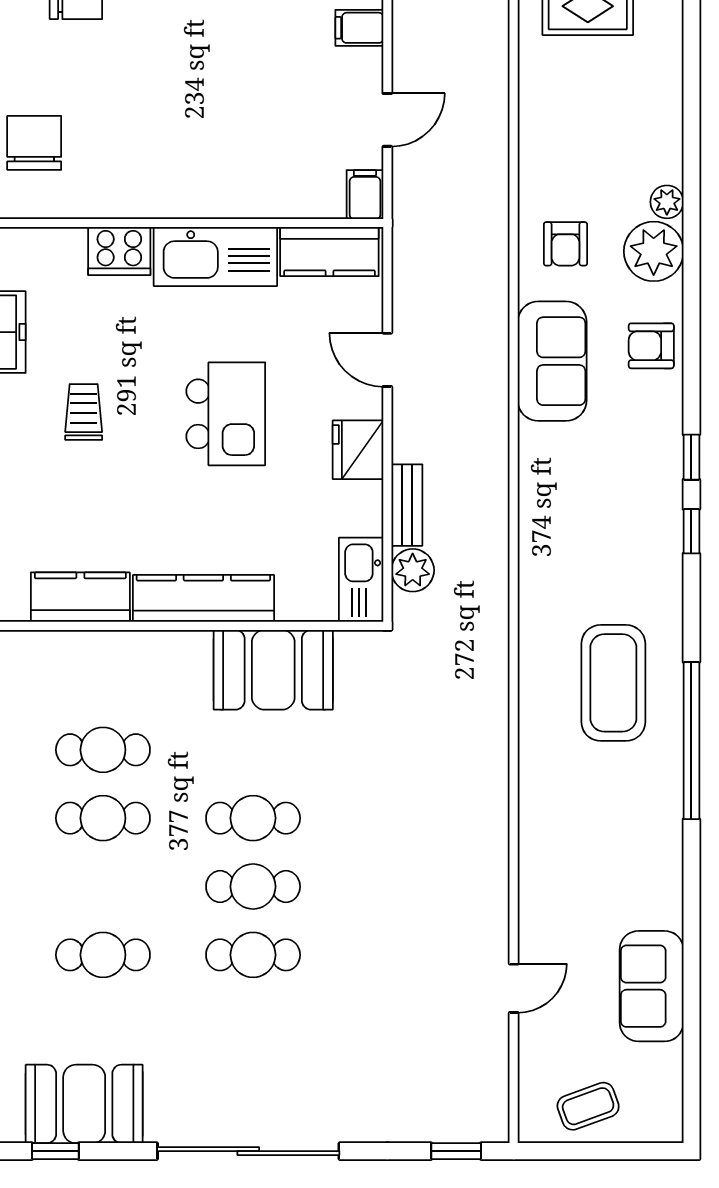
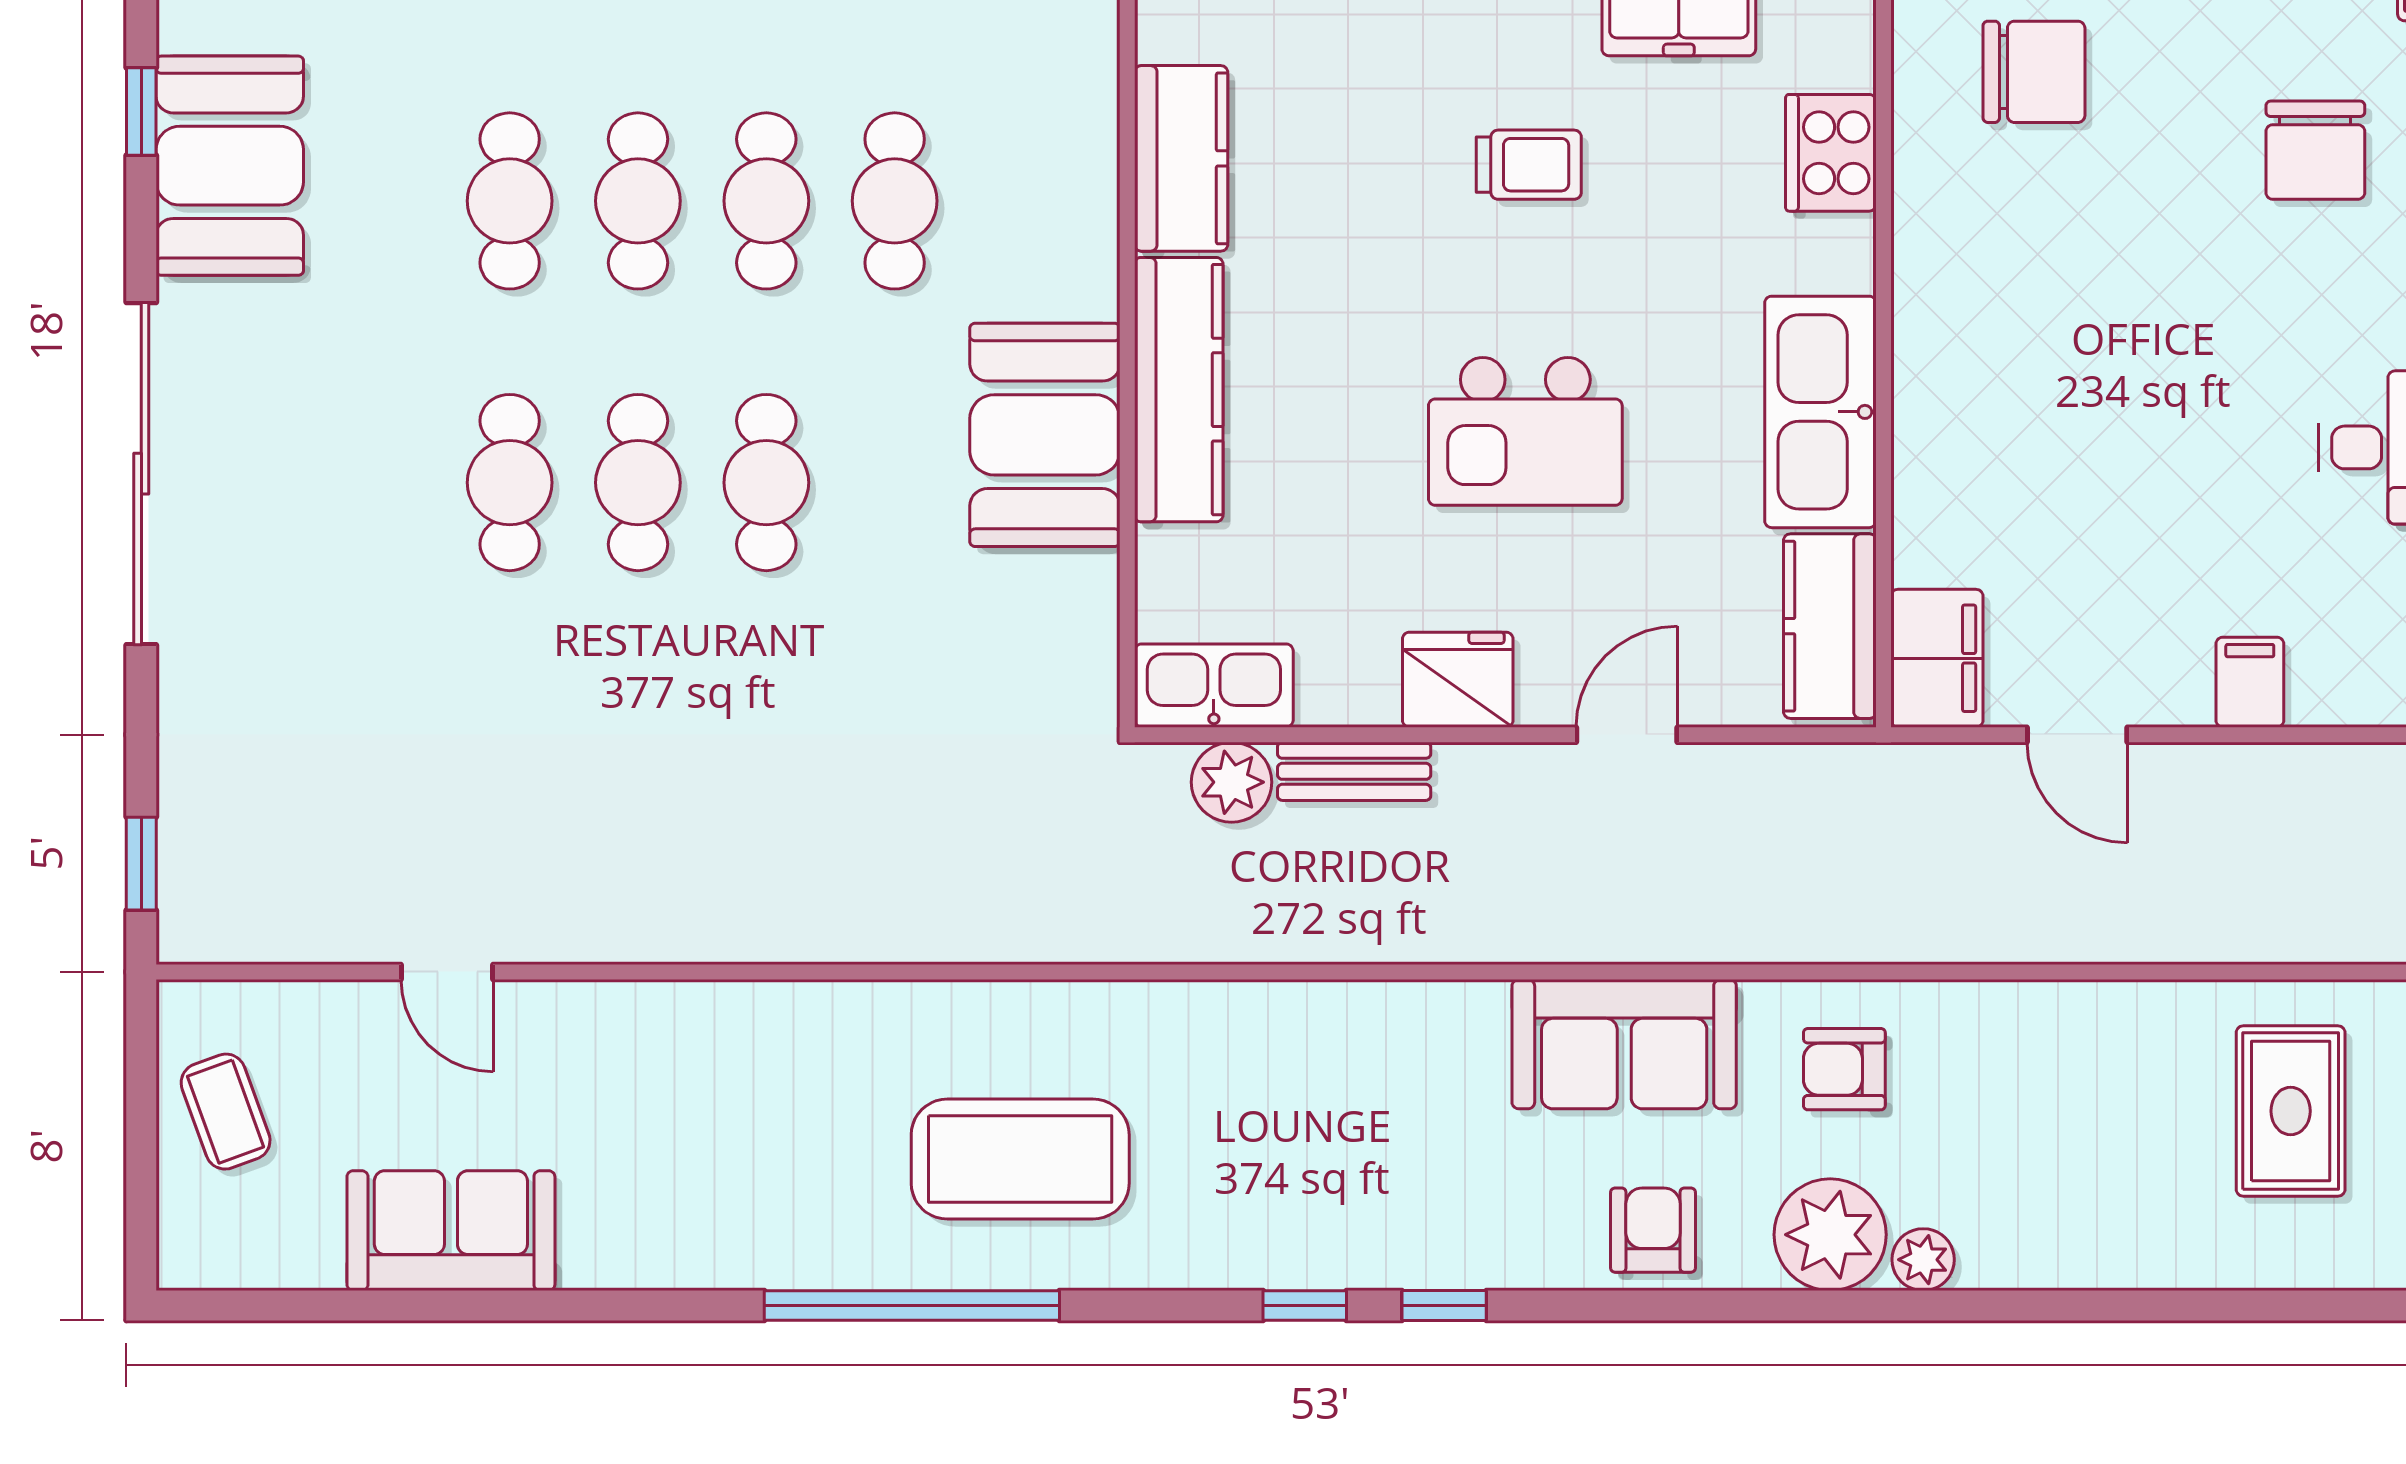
filing cabinet: (365, 195) -> (1937, 658), width x2.00
cooker: (119, 251) -> (1831, 153), moved
booth: (273, 670) -> (1045, 435), moved
cafe table: (103, 887) -> (638, 201), added

